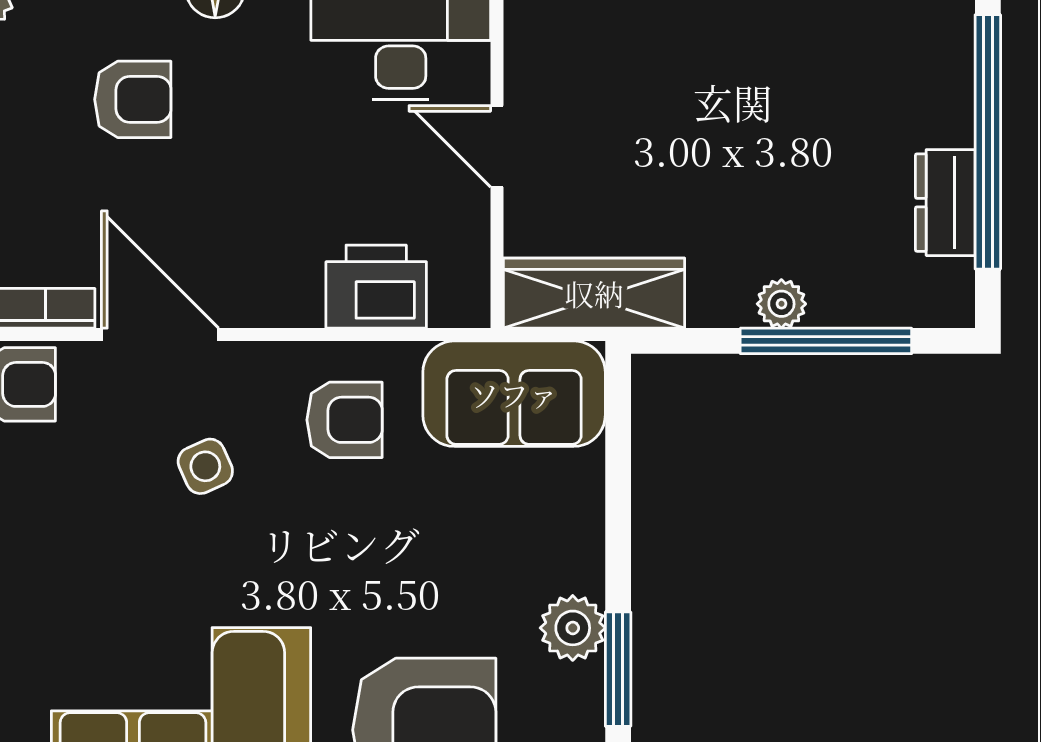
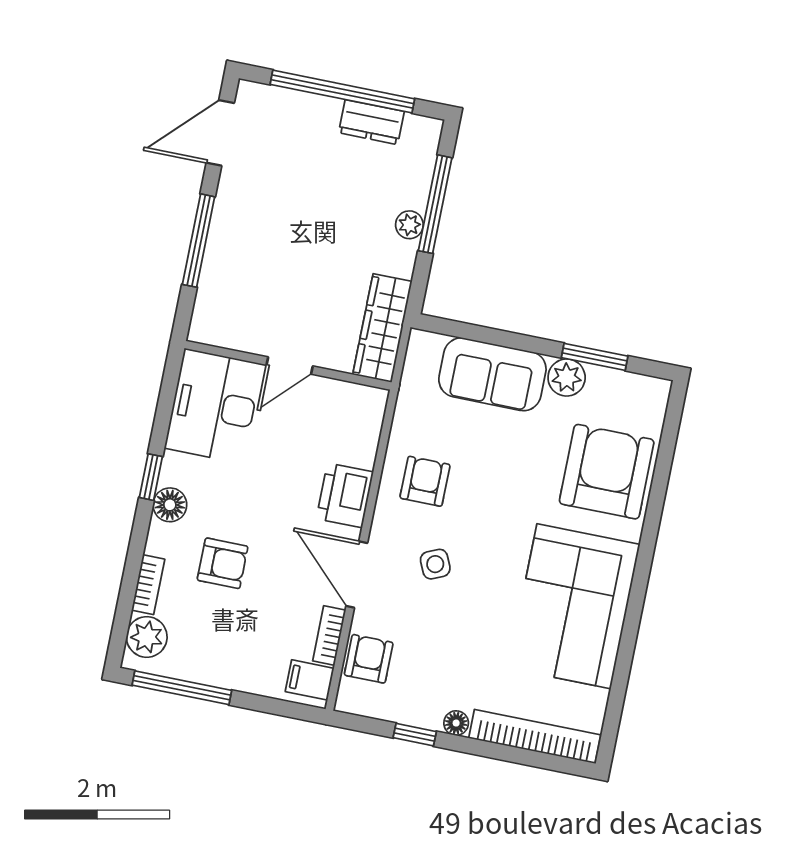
armchair: (133, 99) -> (223, 563), turned 90
printer: (376, 287) -> (345, 495), moved
door: (160, 335) -> (357, 574), hinge flipped
sofa: (514, 394) -> (492, 374), moved, turned 90

